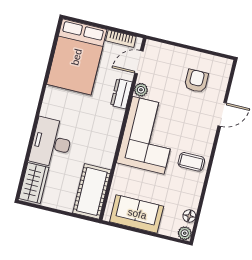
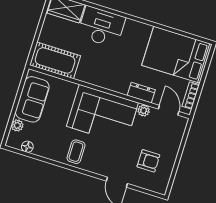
plant: (185, 233) -> (17, 125), moved

